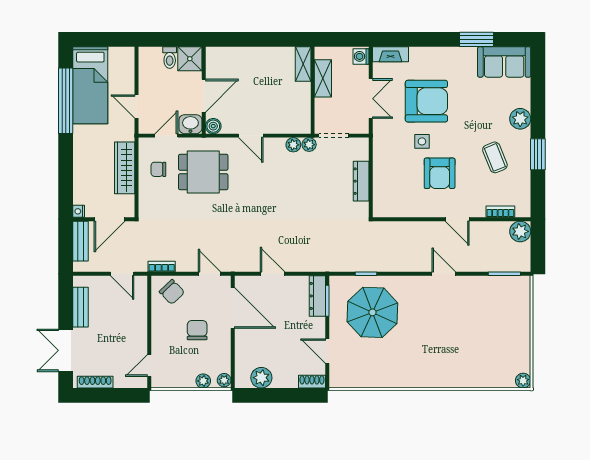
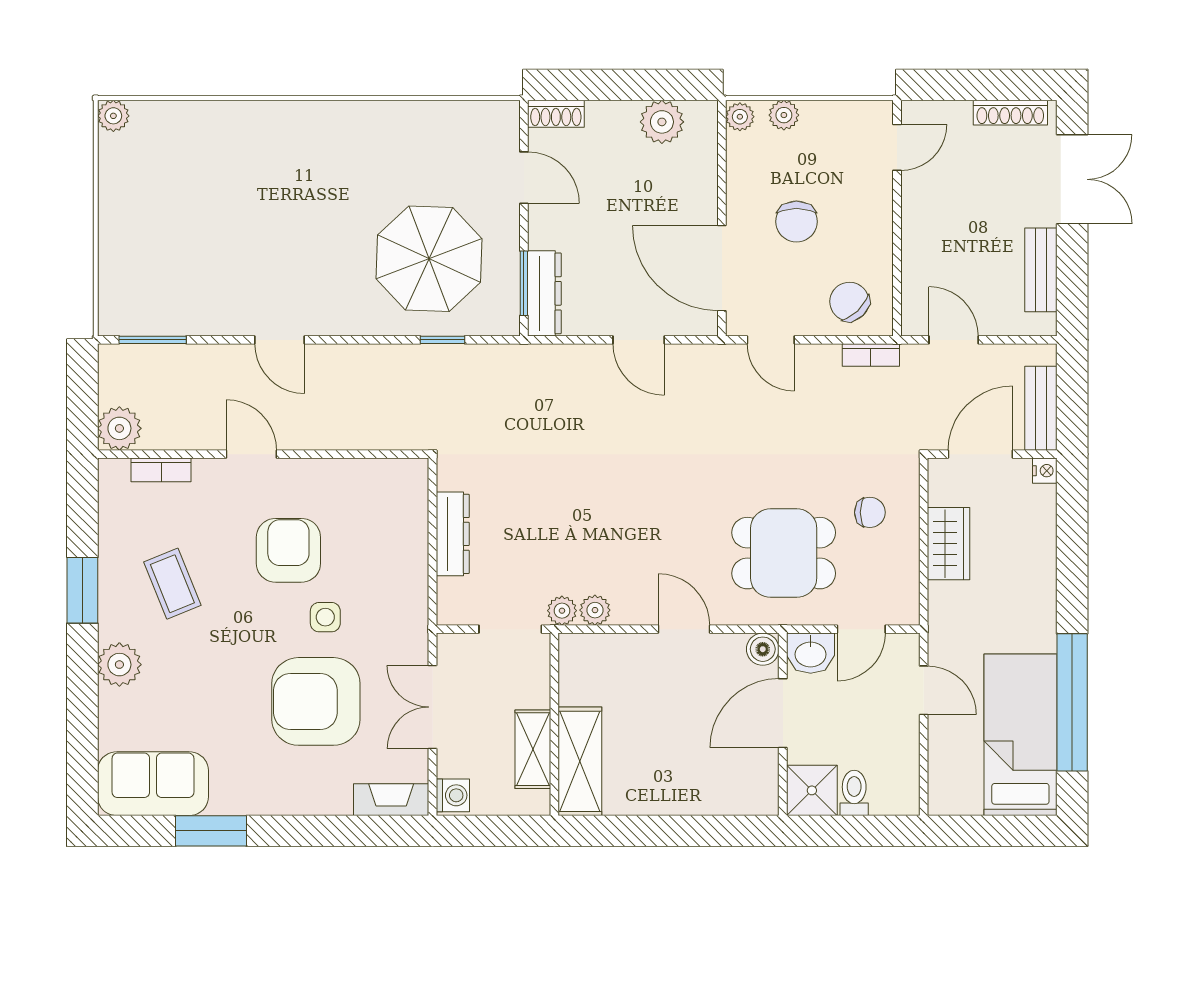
shelving: (303, 64) -> (580, 761), width x1.50, depth x1.33
wardrobe: (125, 168) -> (948, 544), width x0.67
chair: (158, 169) -> (870, 512), moved

